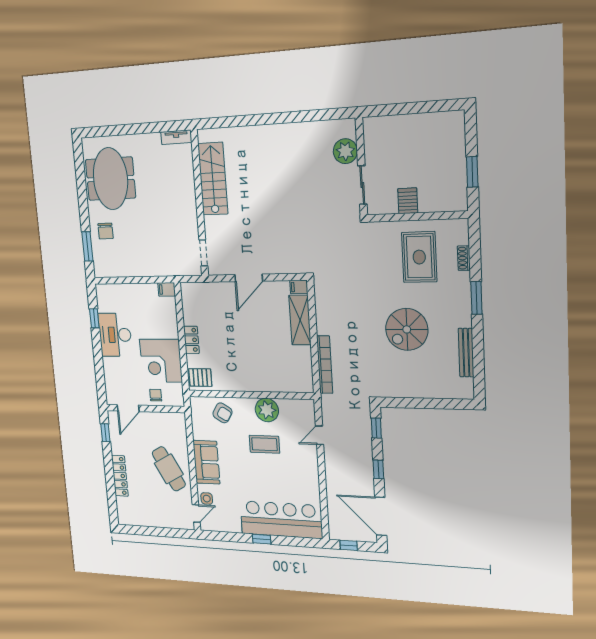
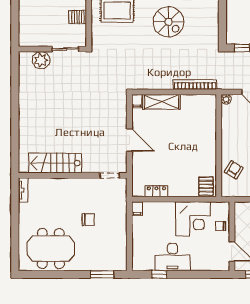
chair: (106, 231) -> (88, 220), moved
locker: (191, 340) -> (156, 191), moved
plant: (267, 410) -> (226, 99), moved, width x0.53, depth x0.53

